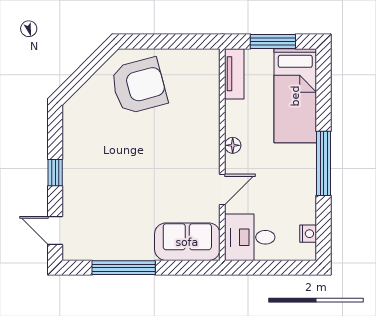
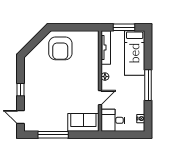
tv unit: (234, 74) -> (106, 47), width x1.41
armchair: (139, 86) -> (60, 48), turned 105

